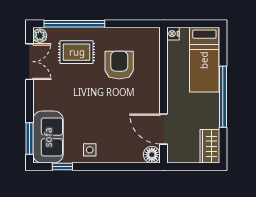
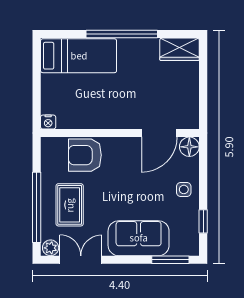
nightstand: (173, 34) -> (48, 122), moved
wall: (164, 95) -> (120, 133), moved
door: (164, 129) -> (159, 133), moved
sofa: (48, 137) -> (139, 238), moved
floor lamp: (152, 155) -> (189, 147), moved

